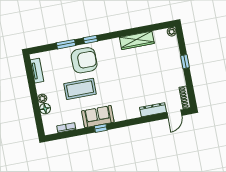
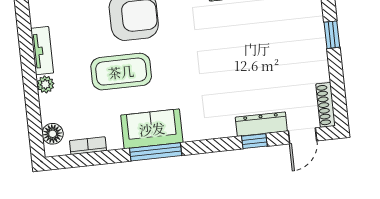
tv unit: (37, 71) -> (42, 51), moved
floor lamp: (45, 109) -> (53, 134), moved
window: (150, 119) -> (254, 141), added
window: (101, 128) -> (156, 152), width x2.17

